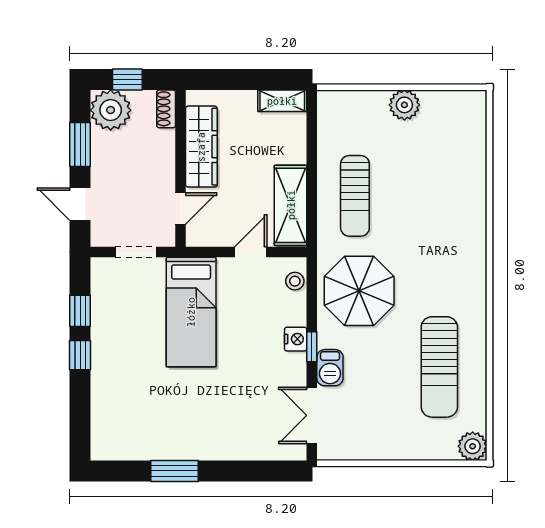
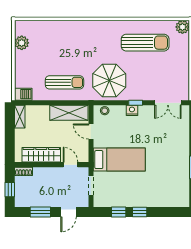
plant: (404, 105) -> (22, 43), moved
plant: (111, 110) -> (24, 198), removed
barbecue: (330, 368) -> (23, 94), moved

